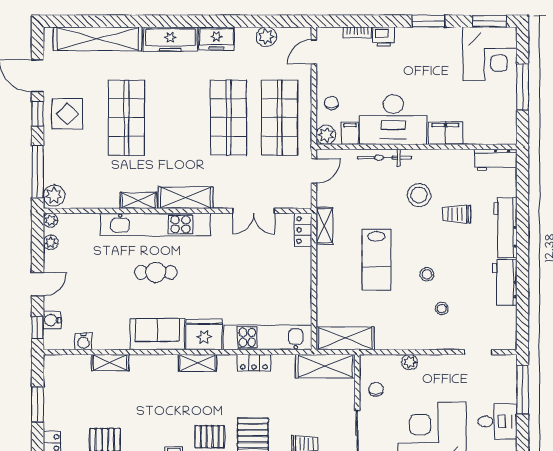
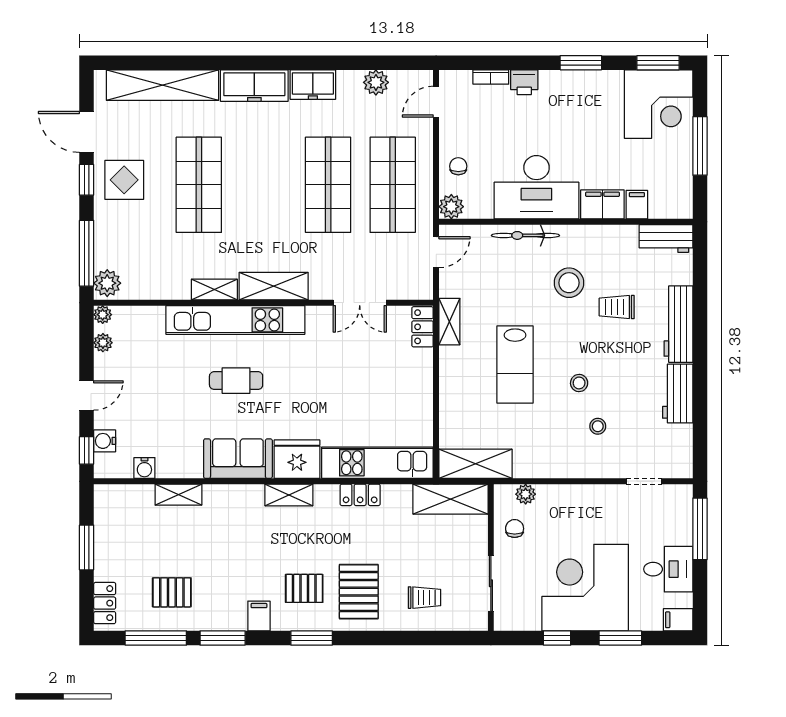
filing cabinet: (350, 133) -> (637, 205), moved
plant: (410, 362) -> (526, 494), moved

